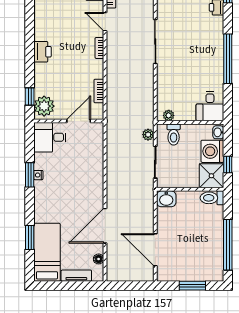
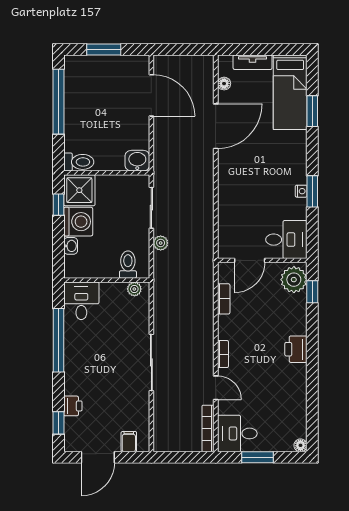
desk: (210, 106) -> (81, 301), moved
plant: (169, 115) -> (134, 289), moved
wall: (190, 122) -> (107, 280), moved
toilet: (174, 135) -> (128, 265), moved

